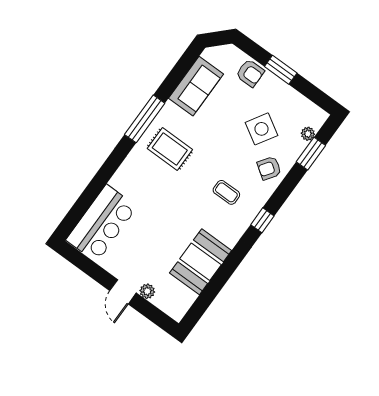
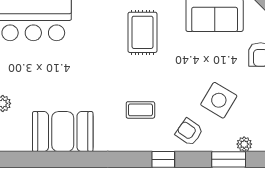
coffee table: (226, 192) -> (140, 110), turned 90
window: (262, 220) -> (163, 159), moved

